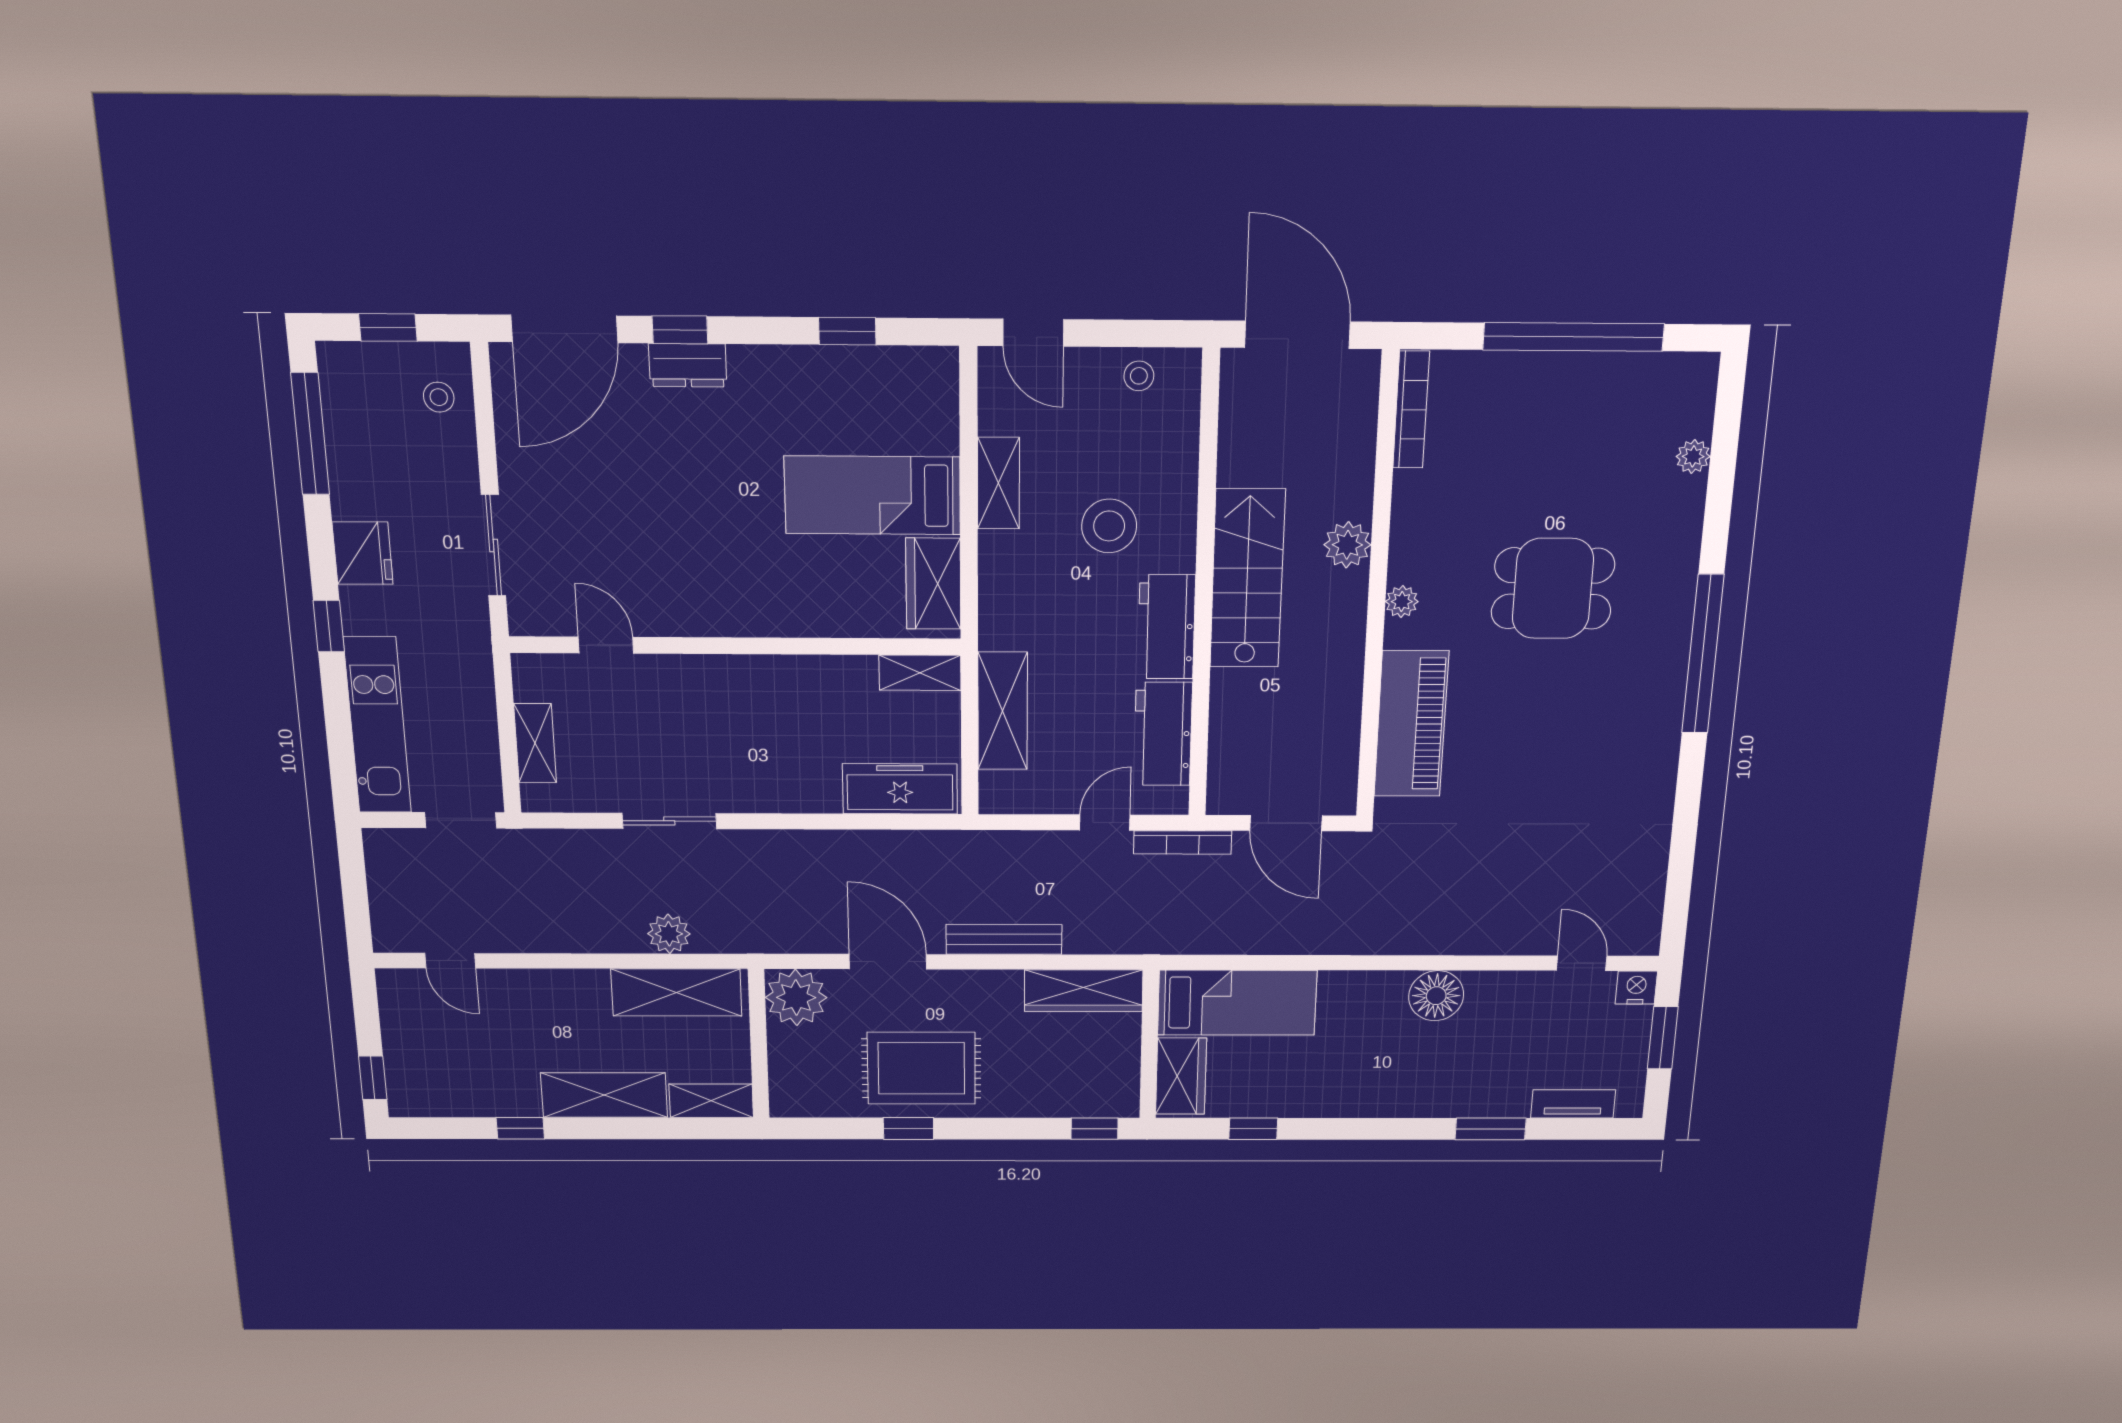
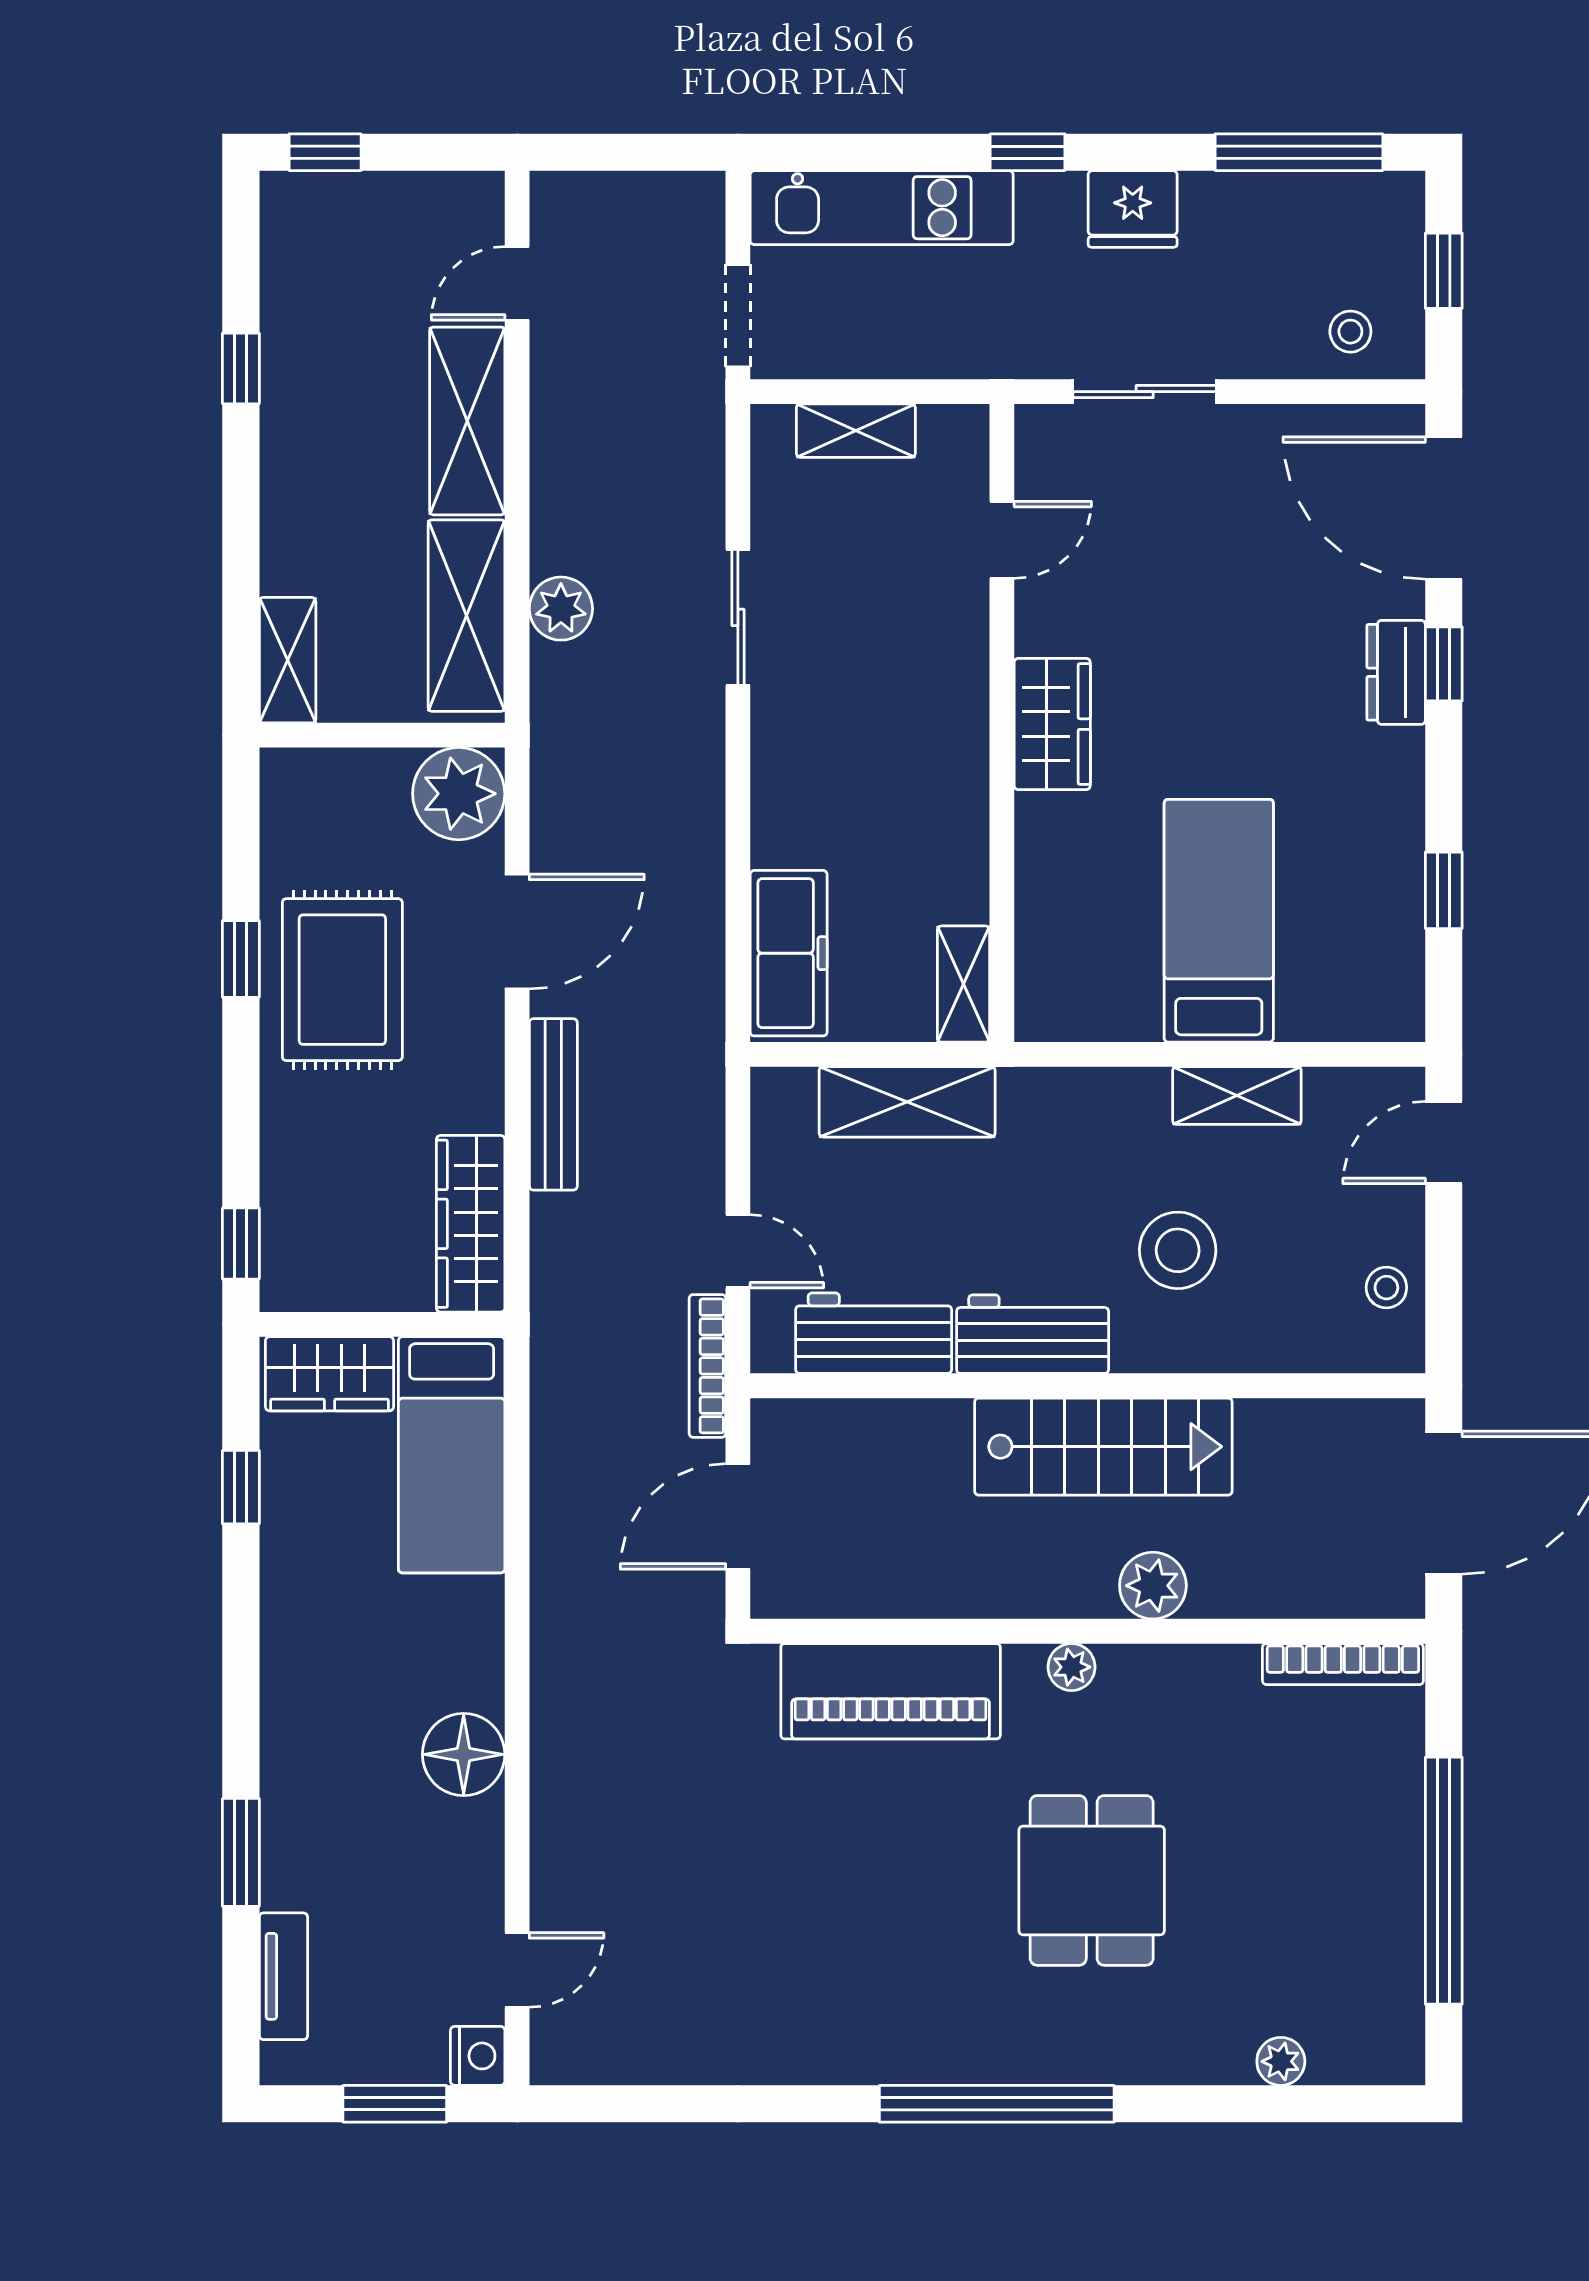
wardrobe: (933, 584) -> (1052, 724), moved, turned 90
shelving: (604, 1095) -> (467, 421), moved

